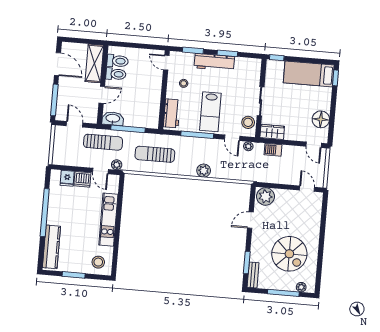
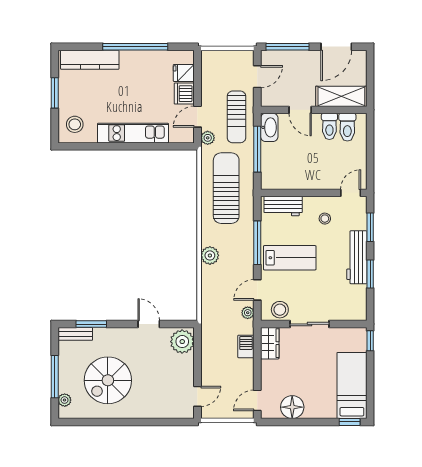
lab bench: (210, 112) -> (290, 258), turned 180
sun lounger: (155, 154) -> (226, 188), width x1.36, depth x1.34

